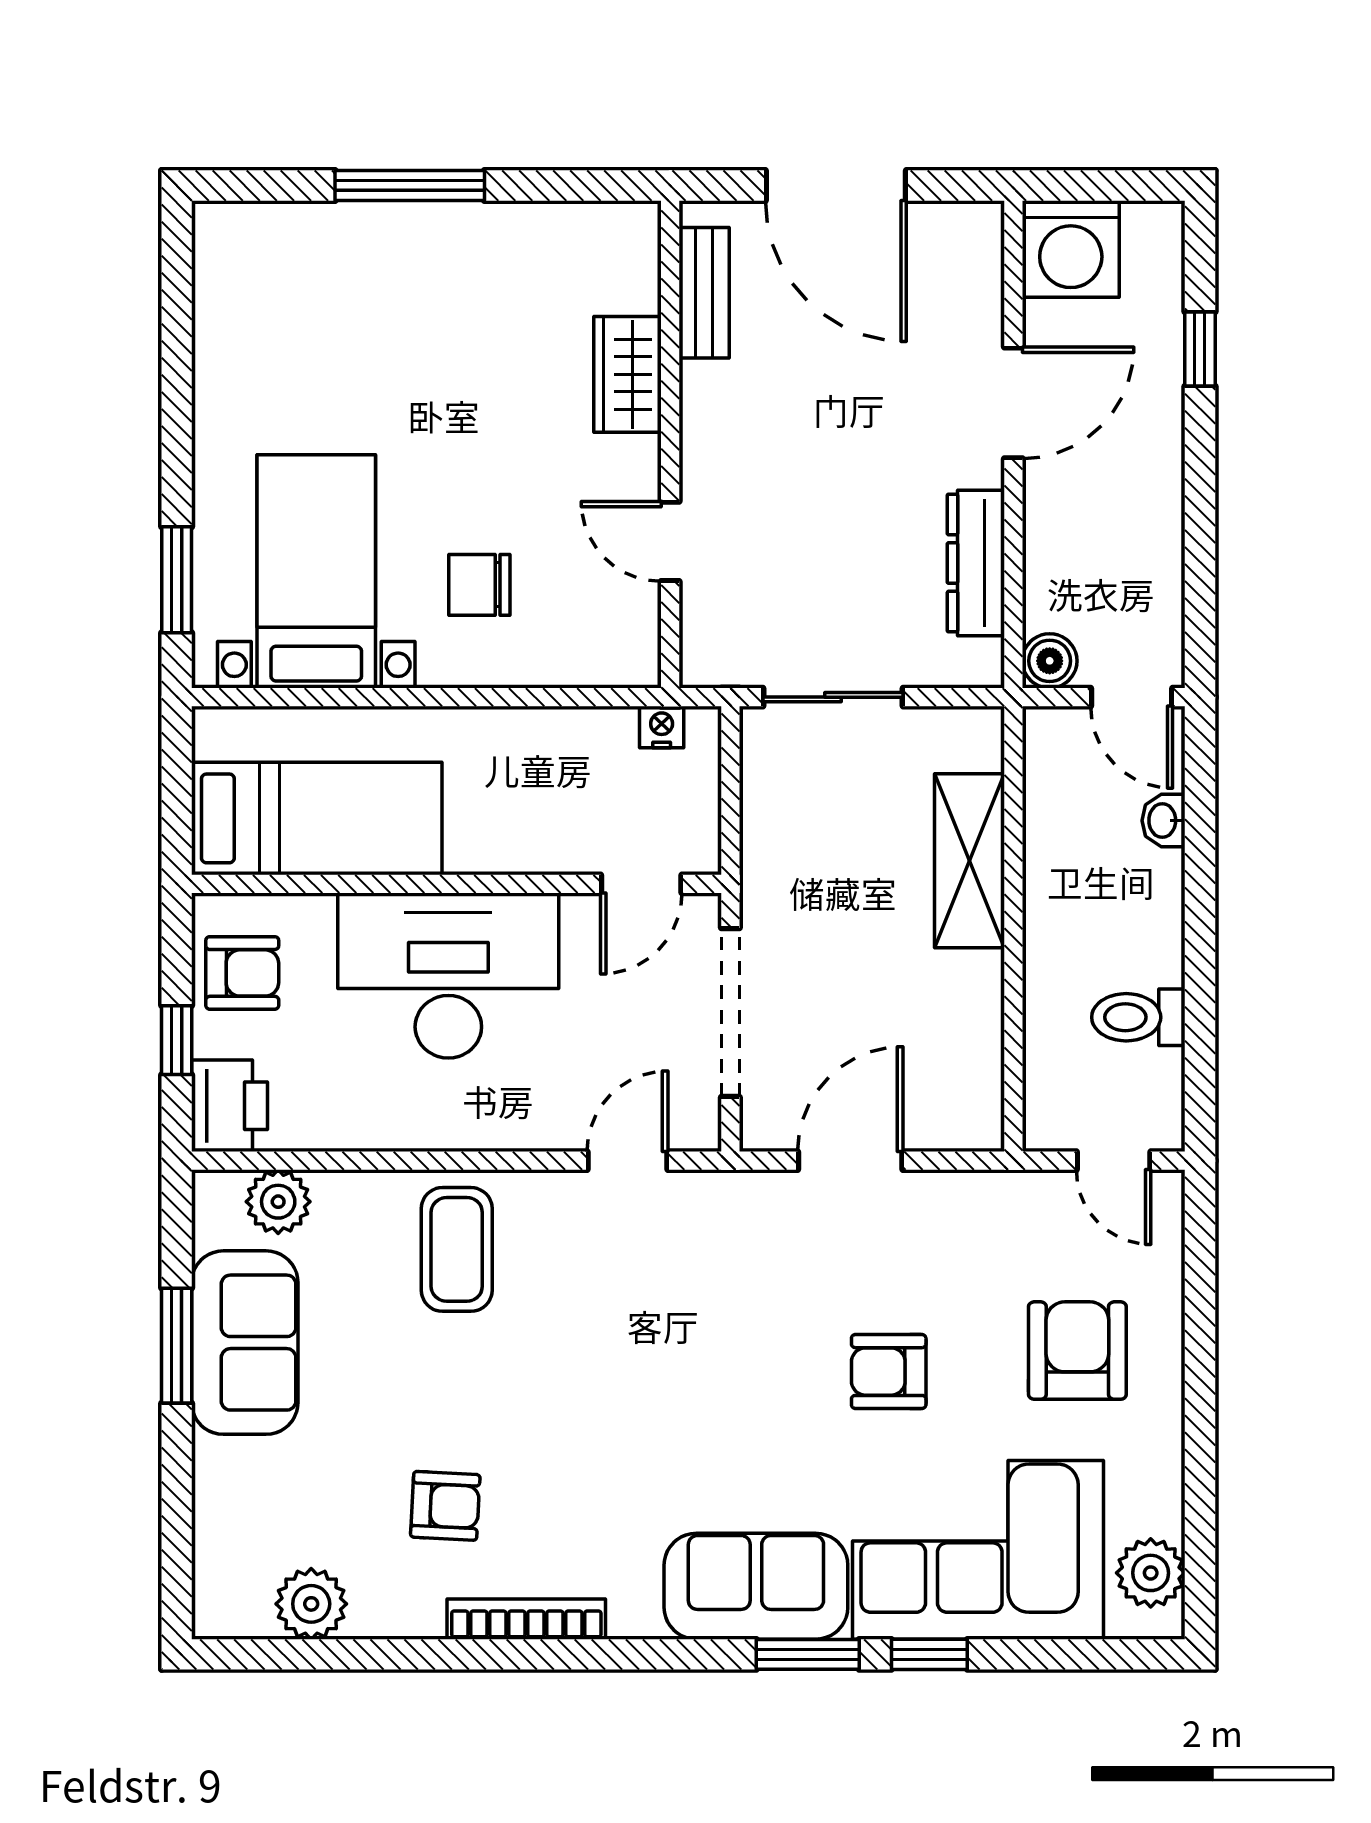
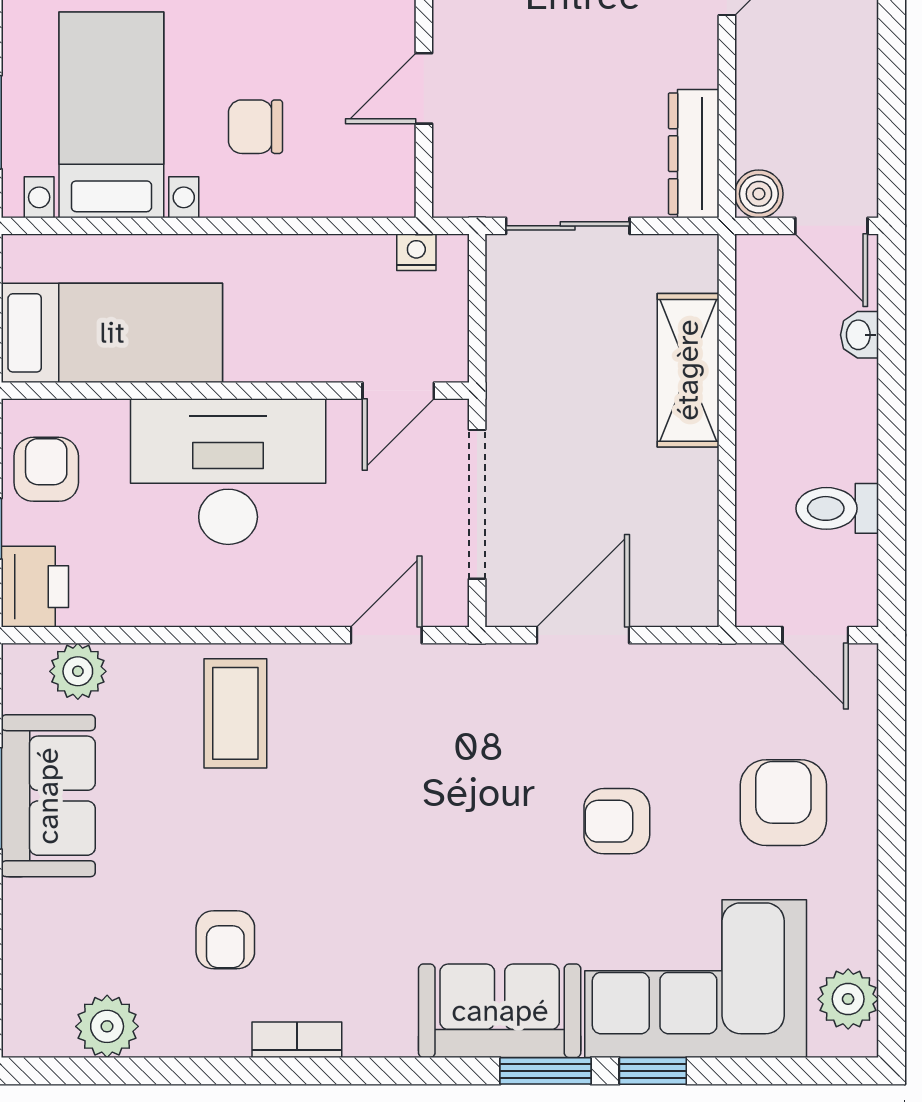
door: (670, 541) -> (424, 88), hinge flipped
dresser: (976, 563) -> (694, 154), moved
armchair: (242, 973) -> (46, 469), turned -90
armchair: (445, 1506) -> (225, 940), turned 87
bookcase: (526, 1619) -> (297, 1040), width x0.64

